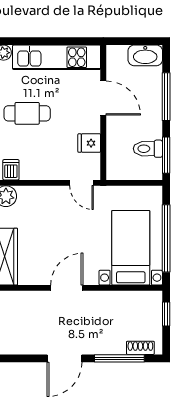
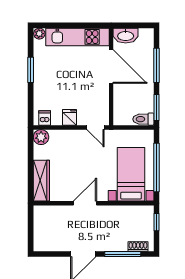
washbasin: (145, 55) -> (126, 36), moved
door: (103, 98) -> (111, 66), width x1.36
cafe table: (27, 113) -> (56, 77), removed
fridge: (89, 143) -> (69, 117), moved, turned 90
toilet: (148, 149) -> (143, 119), moved

